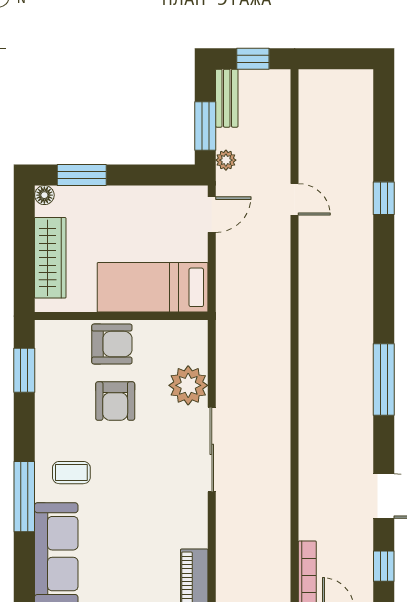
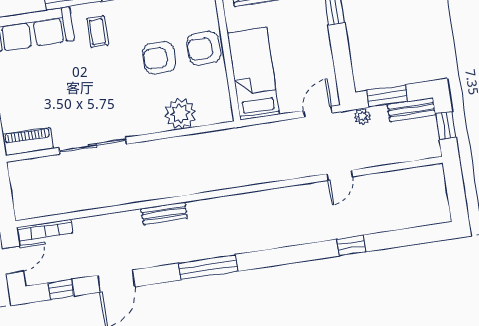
door: (212, 215) -> (318, 112), swing flipped
armchair: (112, 344) -> (204, 48), turned 90
bench: (309, 424) -> (164, 213), added
sliding door: (212, 449) -> (93, 146), moved

